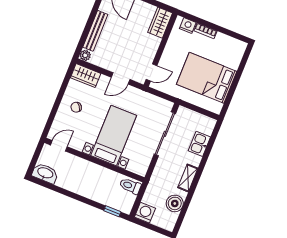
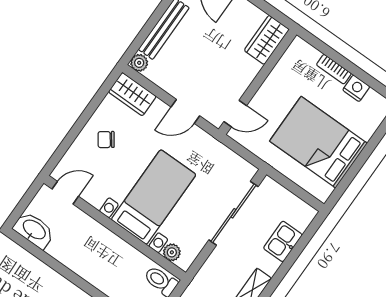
nightstand: (188, 25) -> (356, 88), moved
plant: (133, 167) -> (172, 252), added

